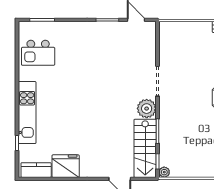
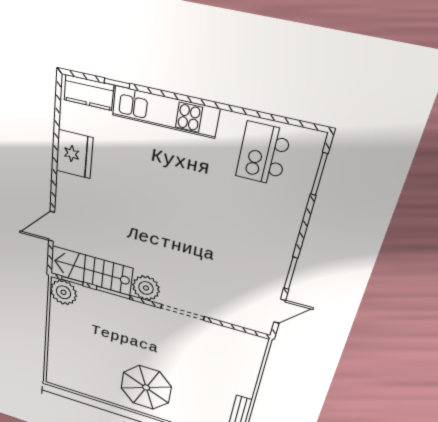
kitchen counter: (36, 170) -> (89, 93), moved, turned 90
plant: (164, 172) -> (63, 292), width x1.88, depth x1.88

